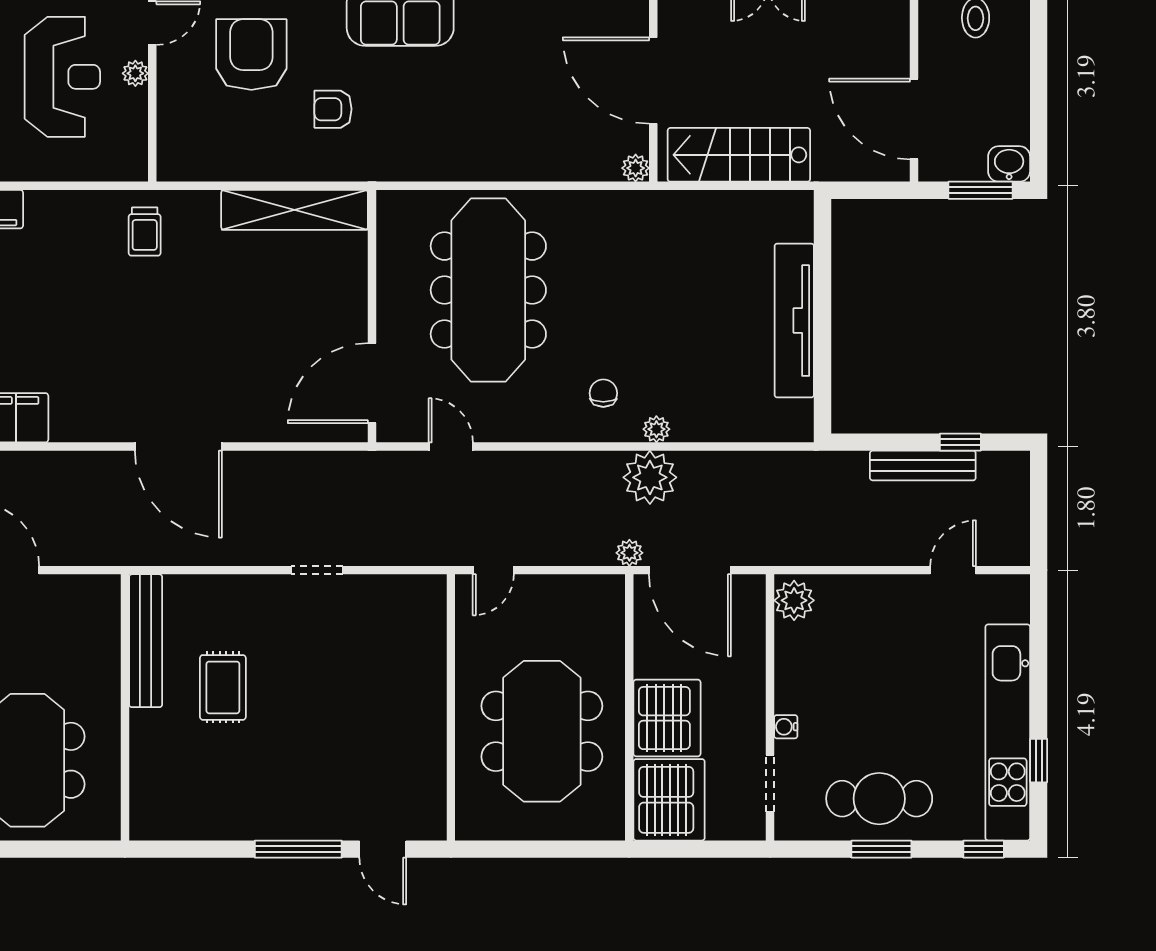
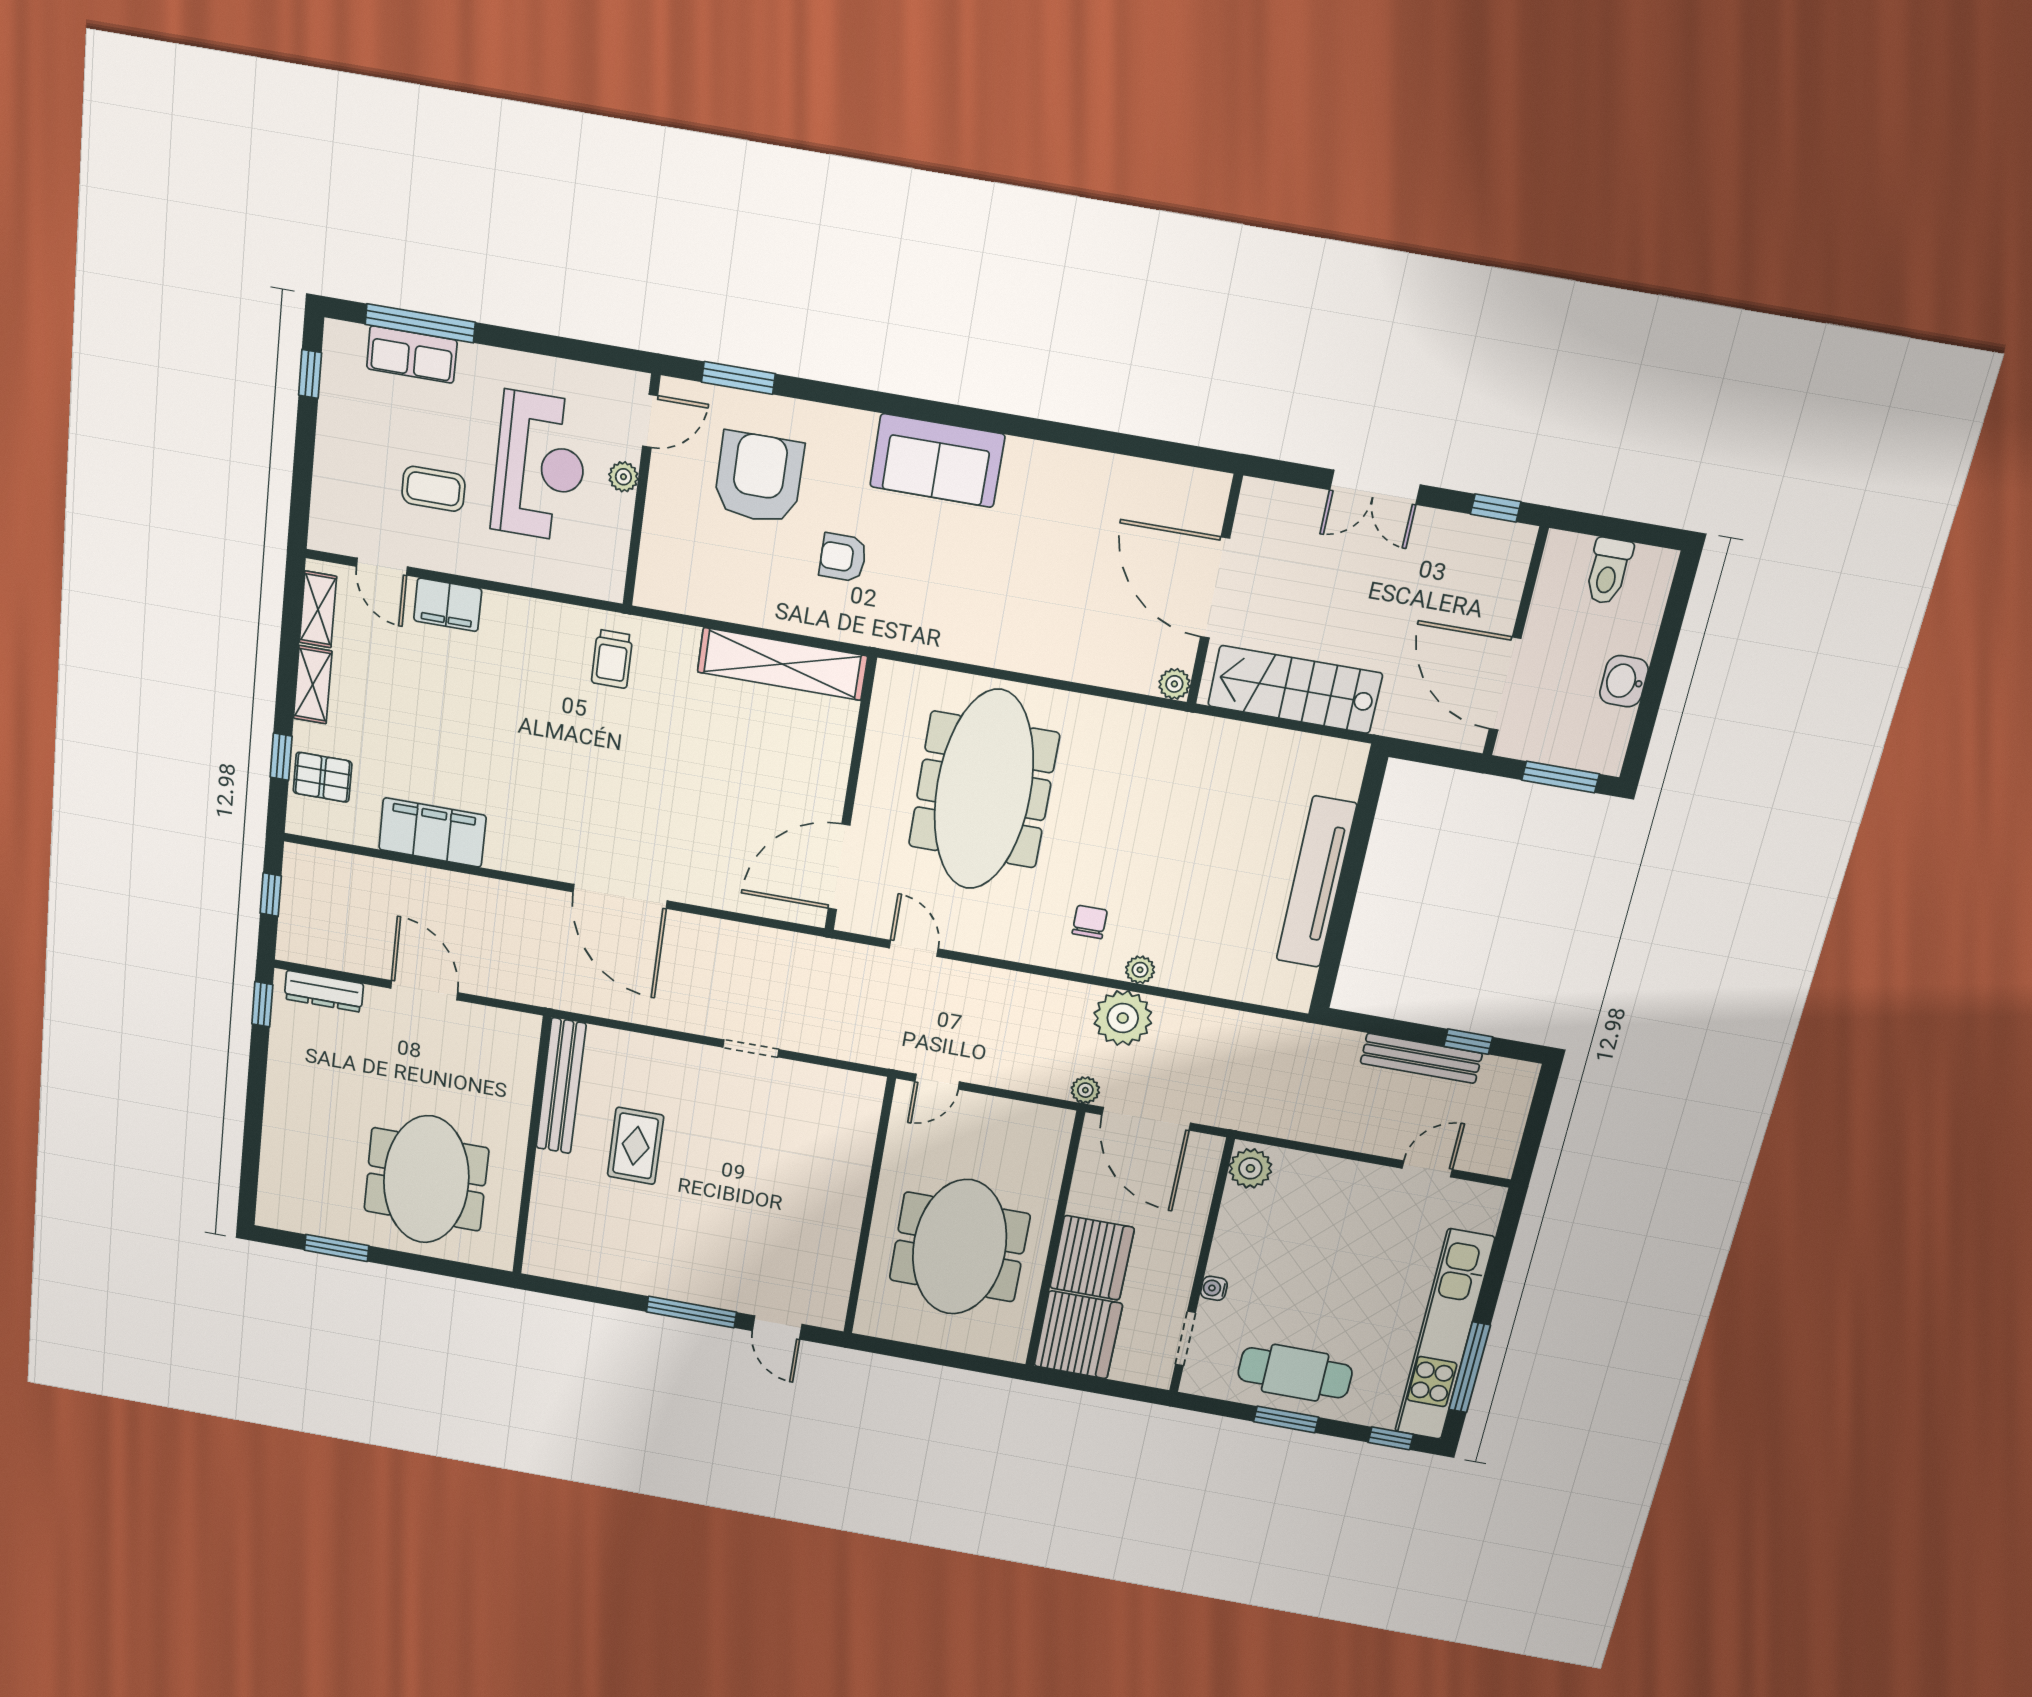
washbasin: (1009, 164) -> (1624, 681), moved, turned -90
window: (1039, 761) -> (1470, 1367), width x2.17

